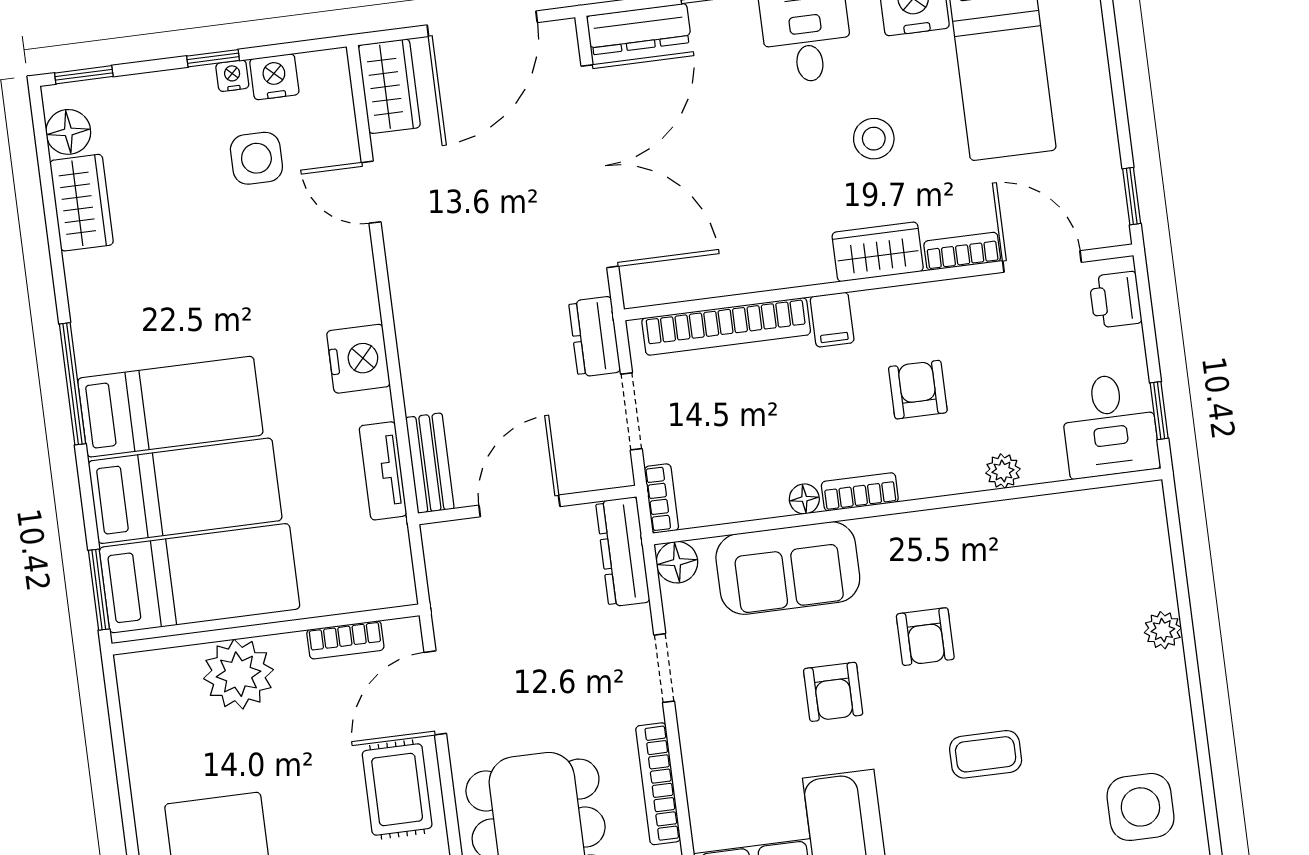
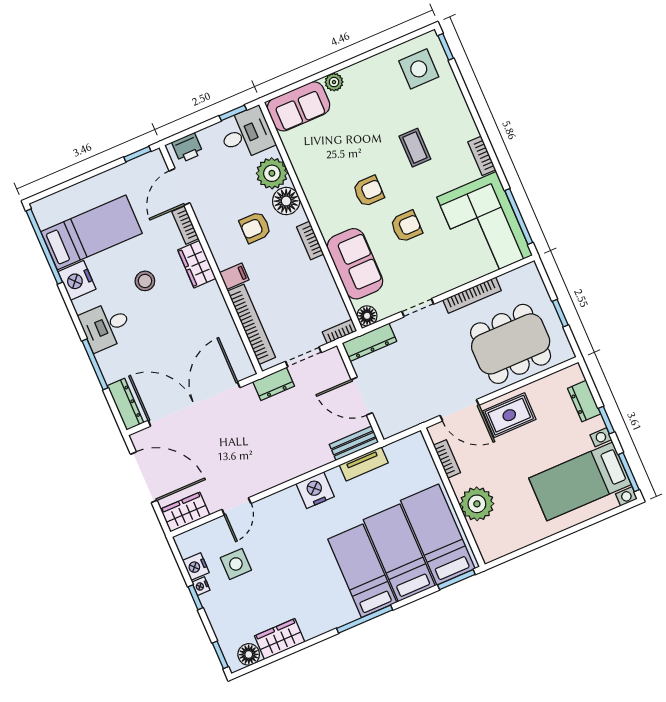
plant: (1003, 471) -> (272, 173), width x1.88, depth x1.88
floor lamp: (804, 499) -> (286, 201), moved, width x1.89, depth x1.89
sofa: (1135, 546) -> (299, 106), added

